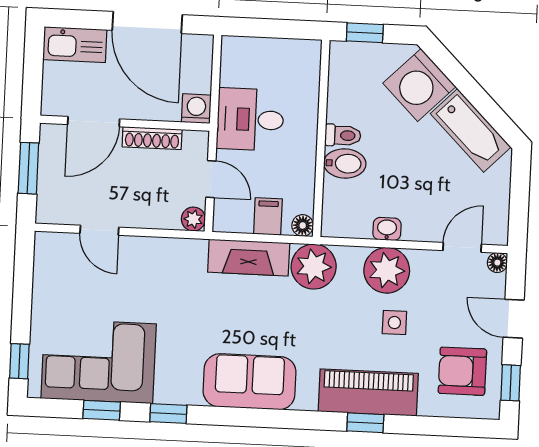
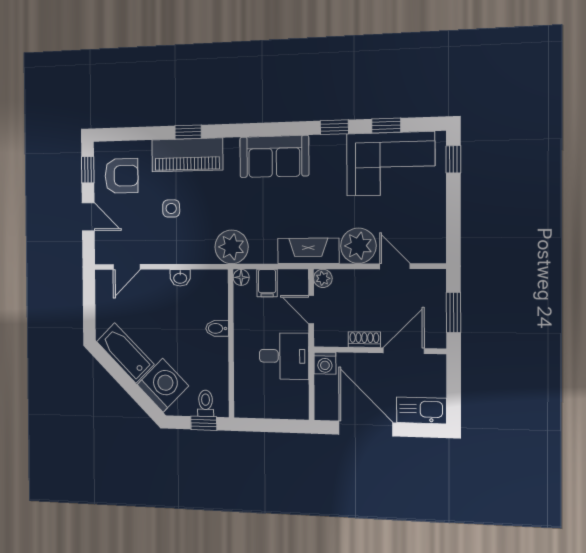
toilet: (343, 135) -> (206, 403), moved, turned 90
shoe rack: (152, 138) -> (364, 340), width x0.70
bidet: (345, 163) -> (217, 328), width x0.72, depth x0.74
fireplace: (249, 258) -> (308, 251), moved
floor lamp: (497, 263) -> (102, 257), removed
plant: (387, 270) -> (358, 246), moved

